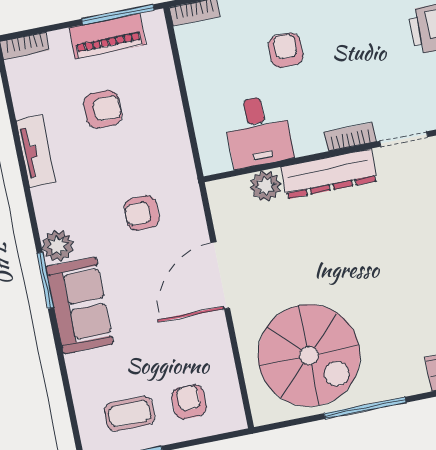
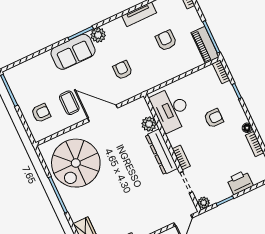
piano: (107, 36) -> (205, 45), moved
armchair: (103, 109) -> (166, 40), turned 180
desk: (258, 131) -> (171, 109), width x1.37
coffee table: (130, 414) -> (69, 103), moved

